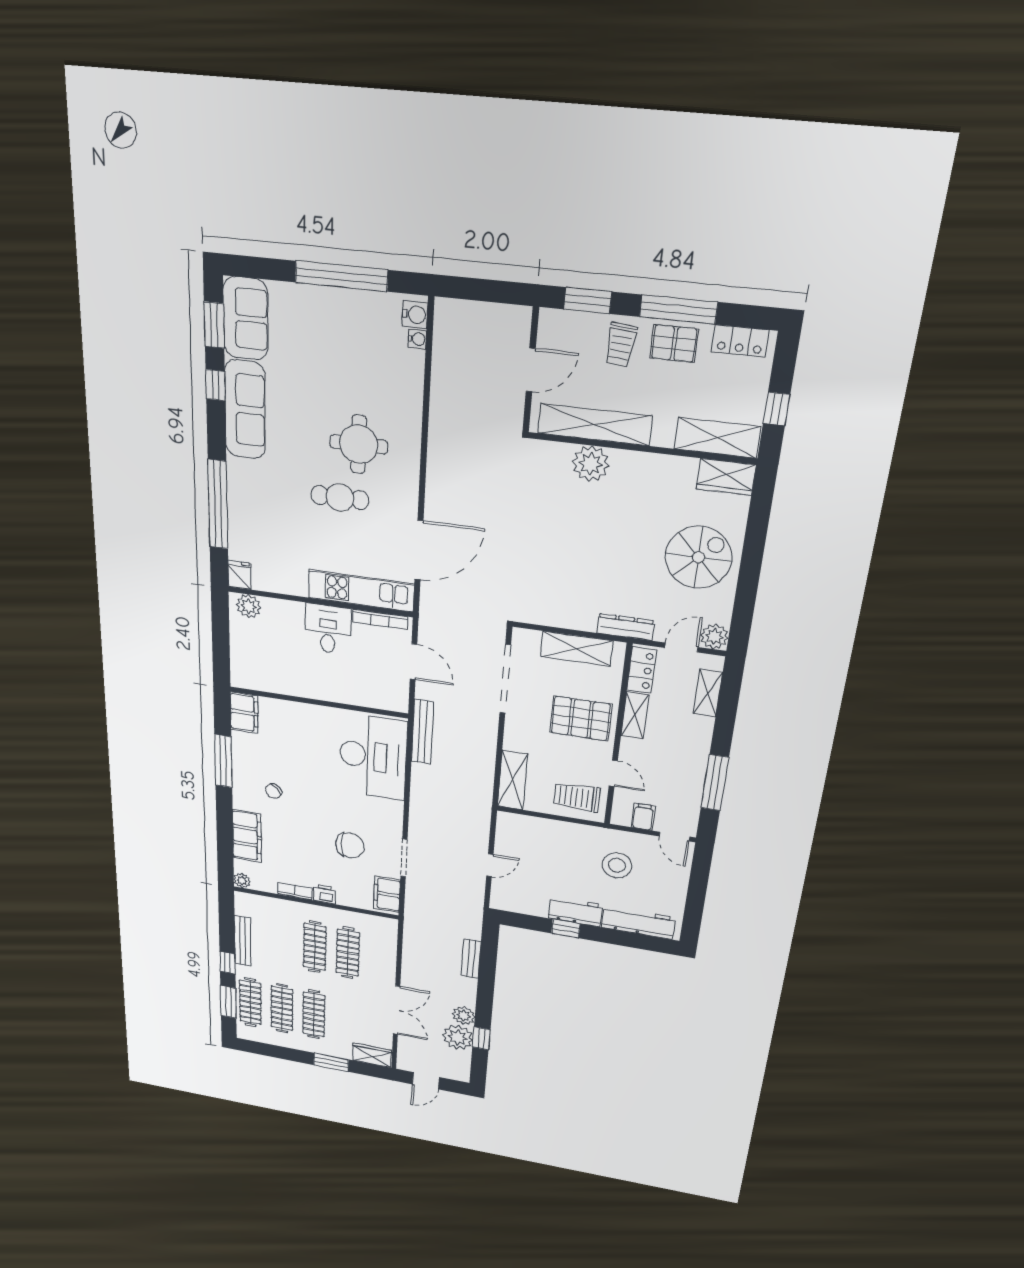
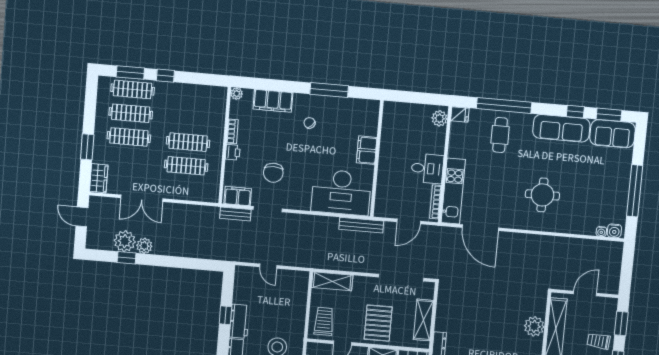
door: (531, 370) -> (585, 294), swing flipped
cafe table: (340, 498) -> (500, 135), moved
filing cabinet: (244, 713) -> (367, 150), moved, turned 90
bench: (243, 941) -> (186, 89), removed
bench: (471, 959) -> (235, 214), moved

